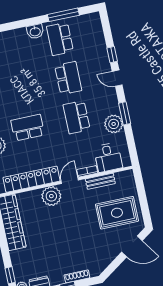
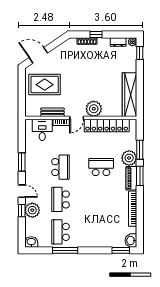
window: (63, 15) -> (65, 250), moved
washbasin: (35, 31) -> (31, 242), moved
school desk: (60, 39) -> (61, 232), turned 180
plant: (114, 124) -> (32, 210), moved
school desk: (28, 128) -> (101, 167), turned 180

